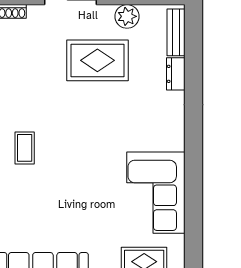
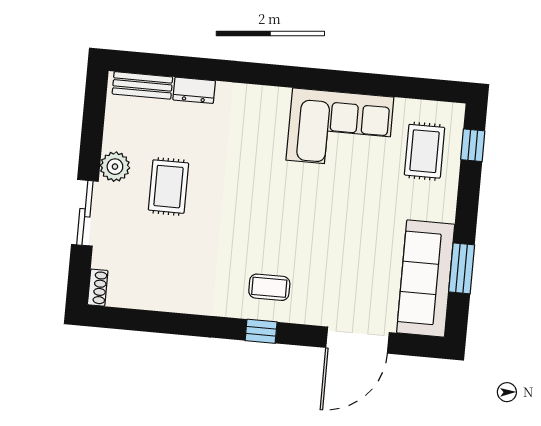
plant: (127, 16) -> (115, 167), moved
rug: (97, 60) -> (168, 187), width x0.73, depth x0.70

